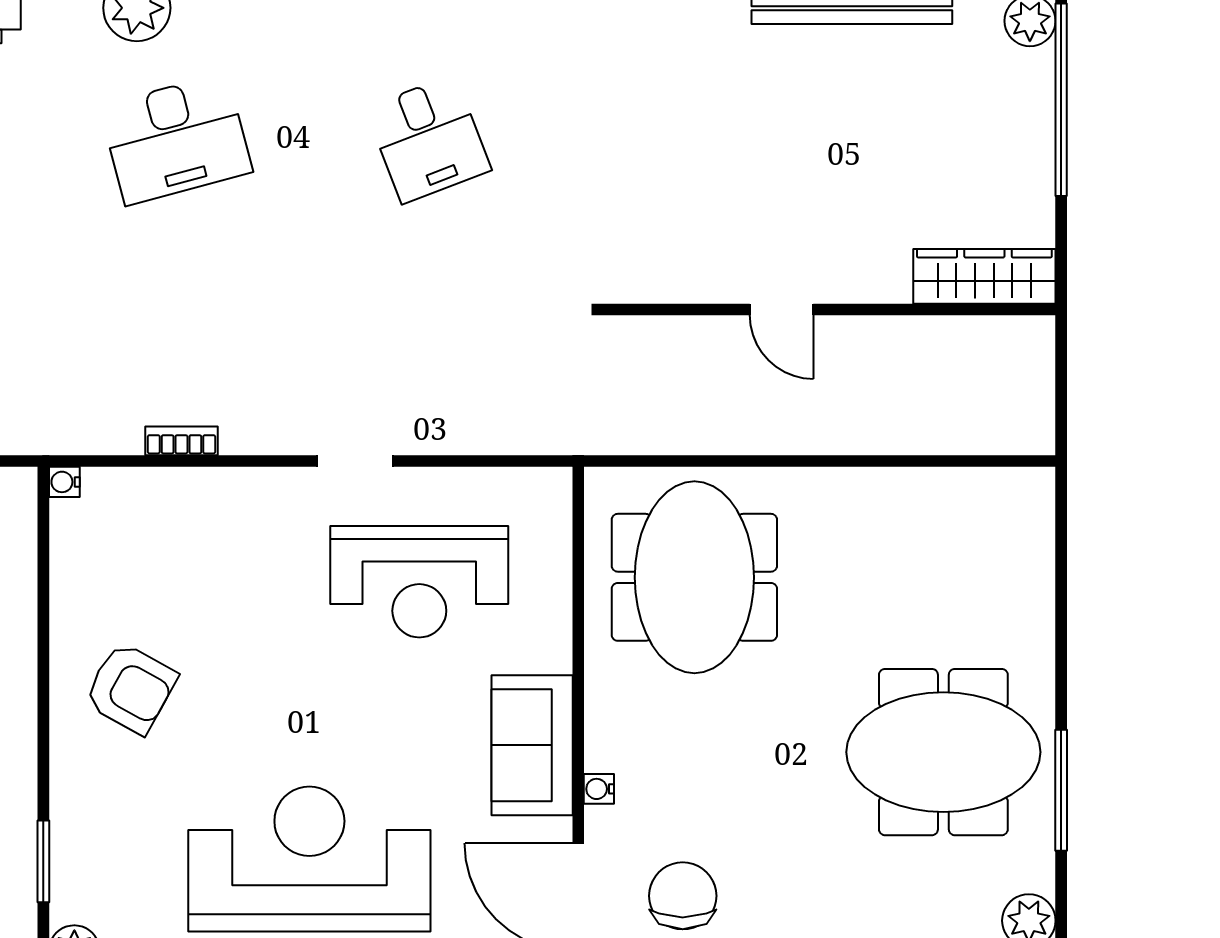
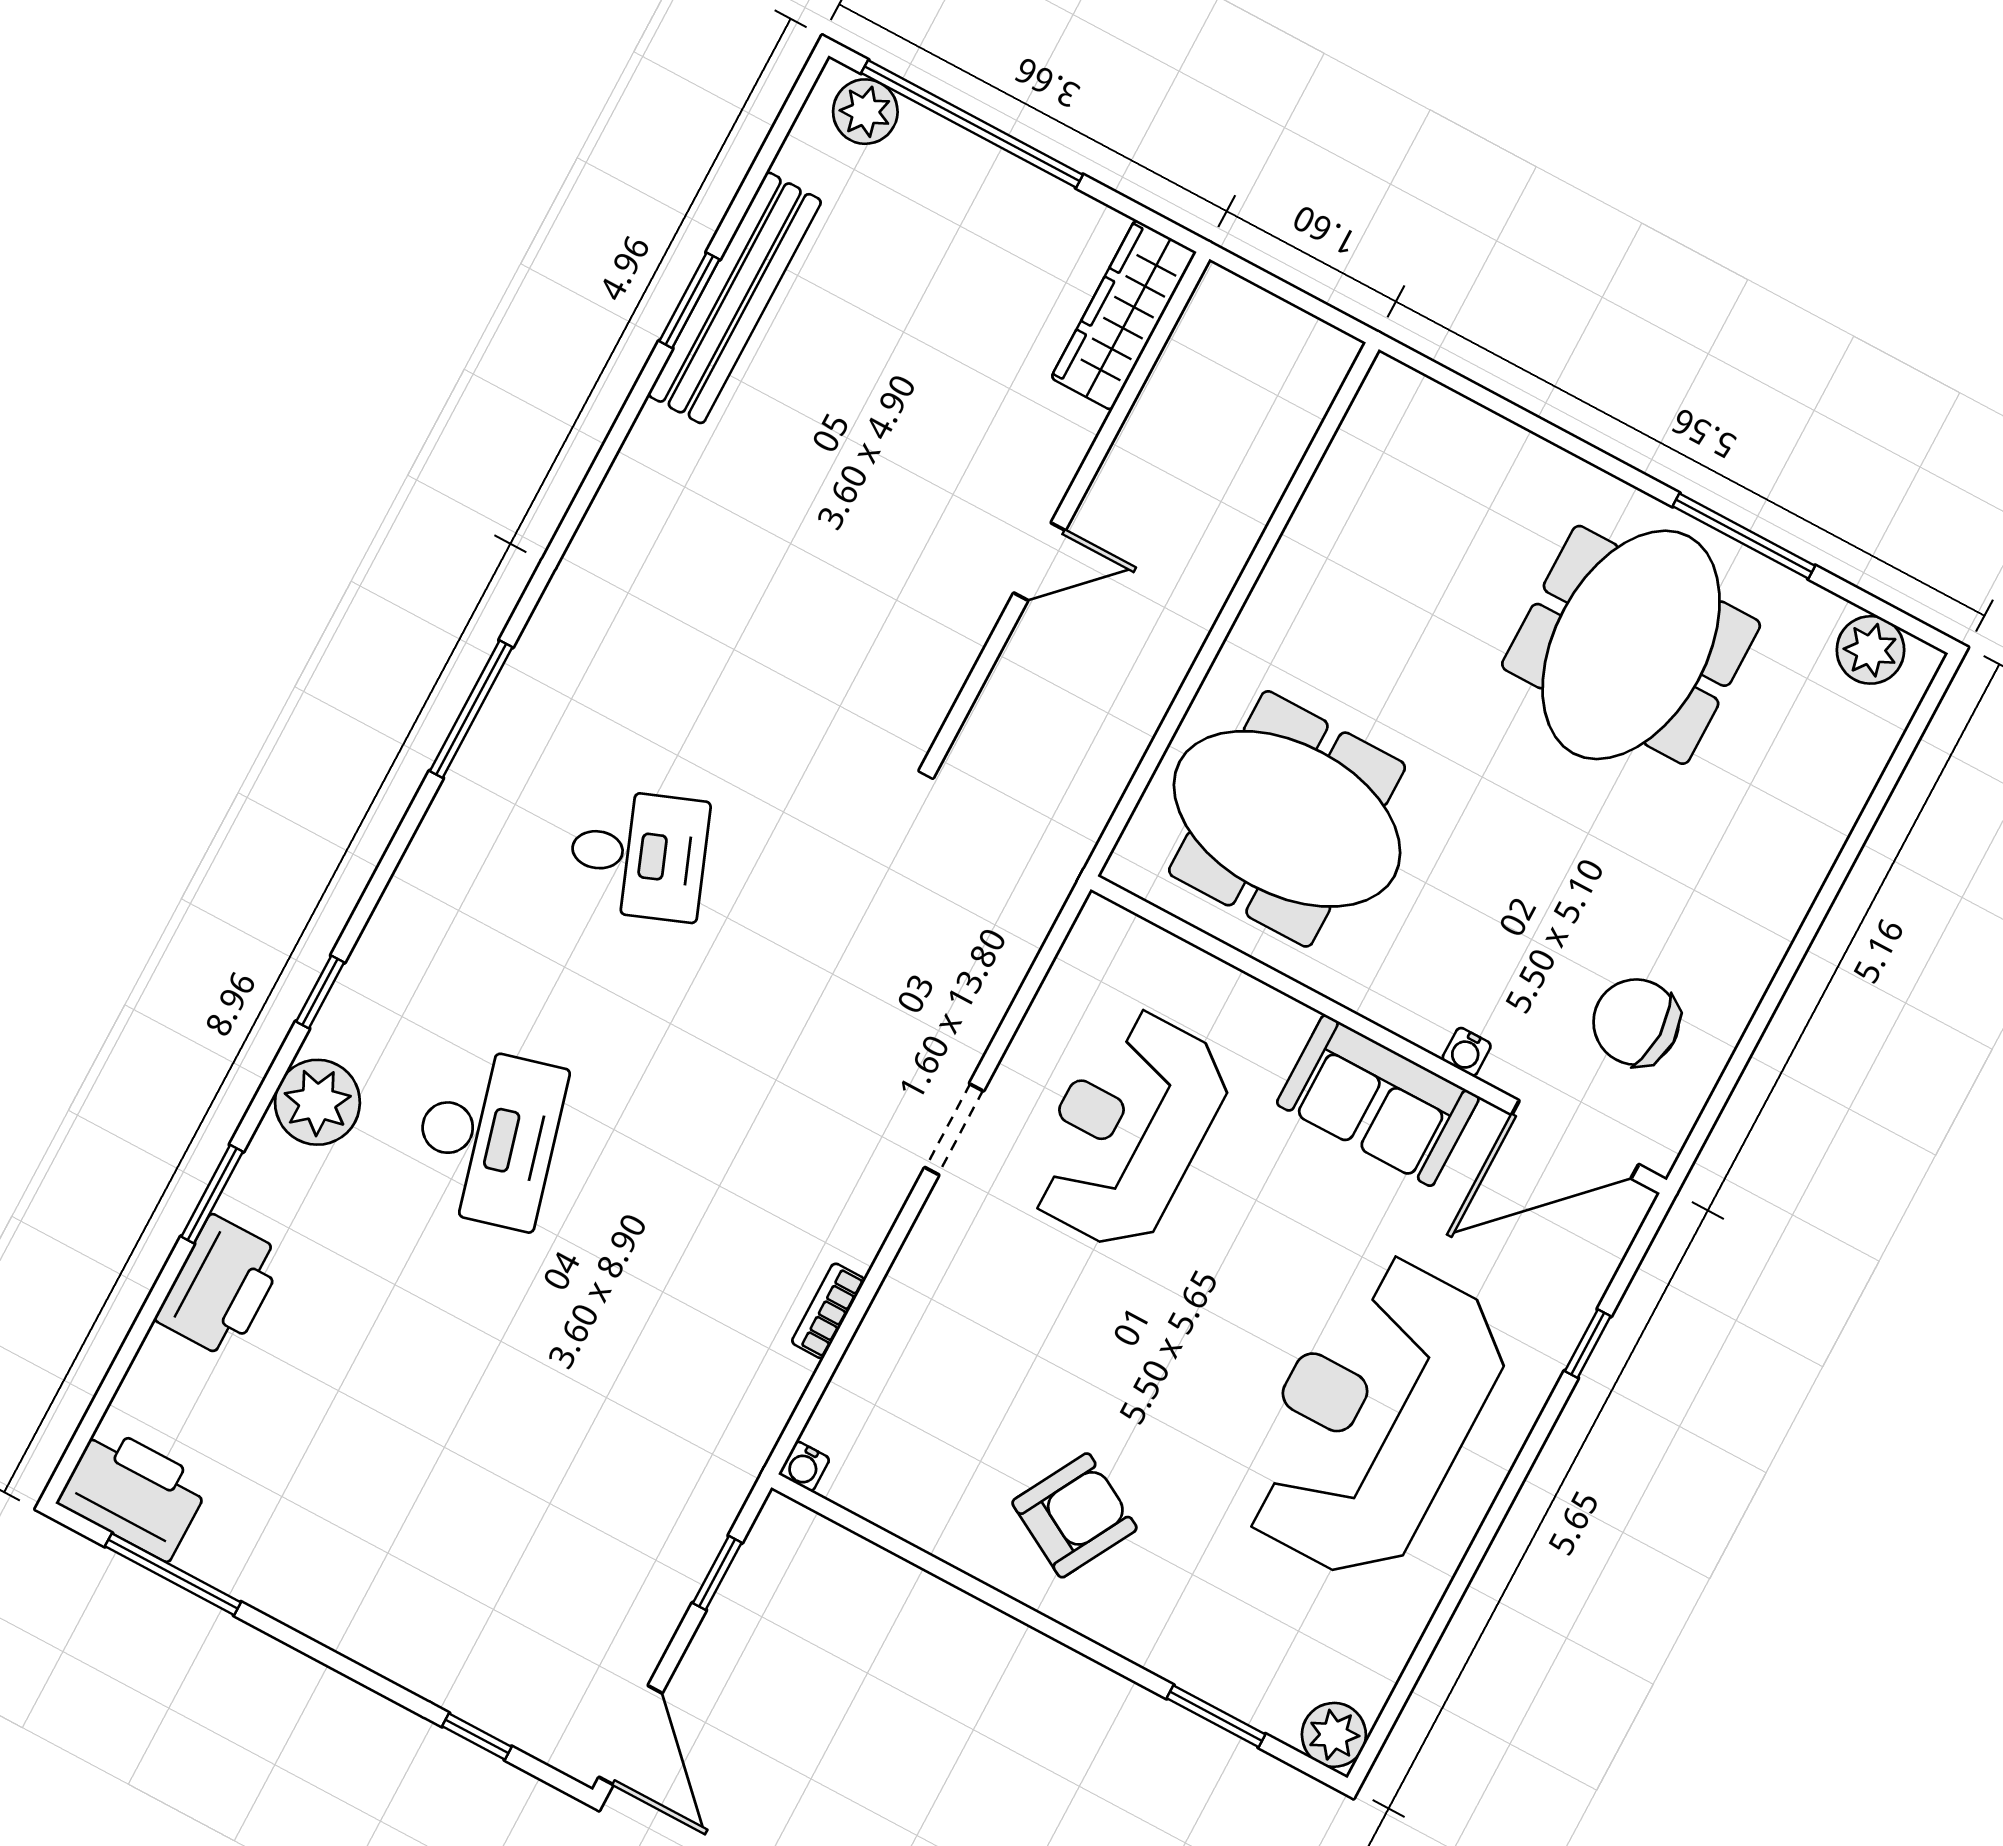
reception desk: (419, 582) -> (1128, 1129), turned 180

